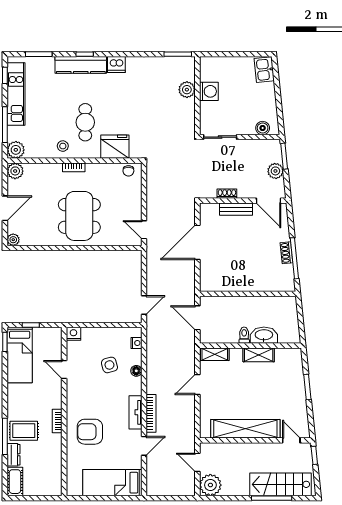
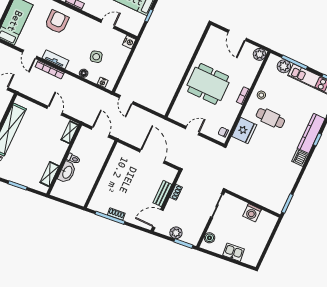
kitchen sink: (264, 70) -> (234, 252), moved
plant: (187, 90) -> (260, 198), removed
plant: (16, 150) -> (284, 66), moved
door: (144, 230) -> (192, 131), moved
plant: (13, 240) -> (213, 31), removed
door: (197, 318) -> (100, 132), hinge flipped
shelving: (259, 355) -> (50, 174), moved

